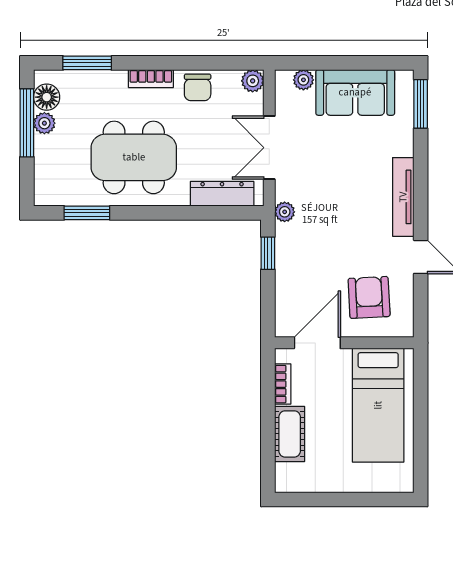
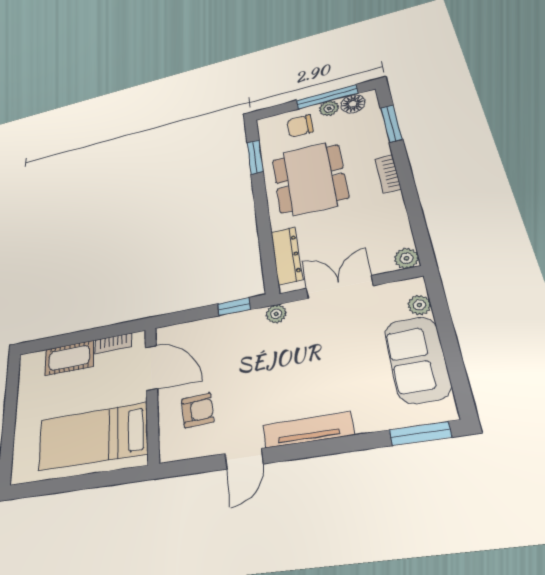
chair: (198, 87) -> (300, 126), moved
armchair: (369, 297) -> (198, 410), width x0.72, depth x0.72

